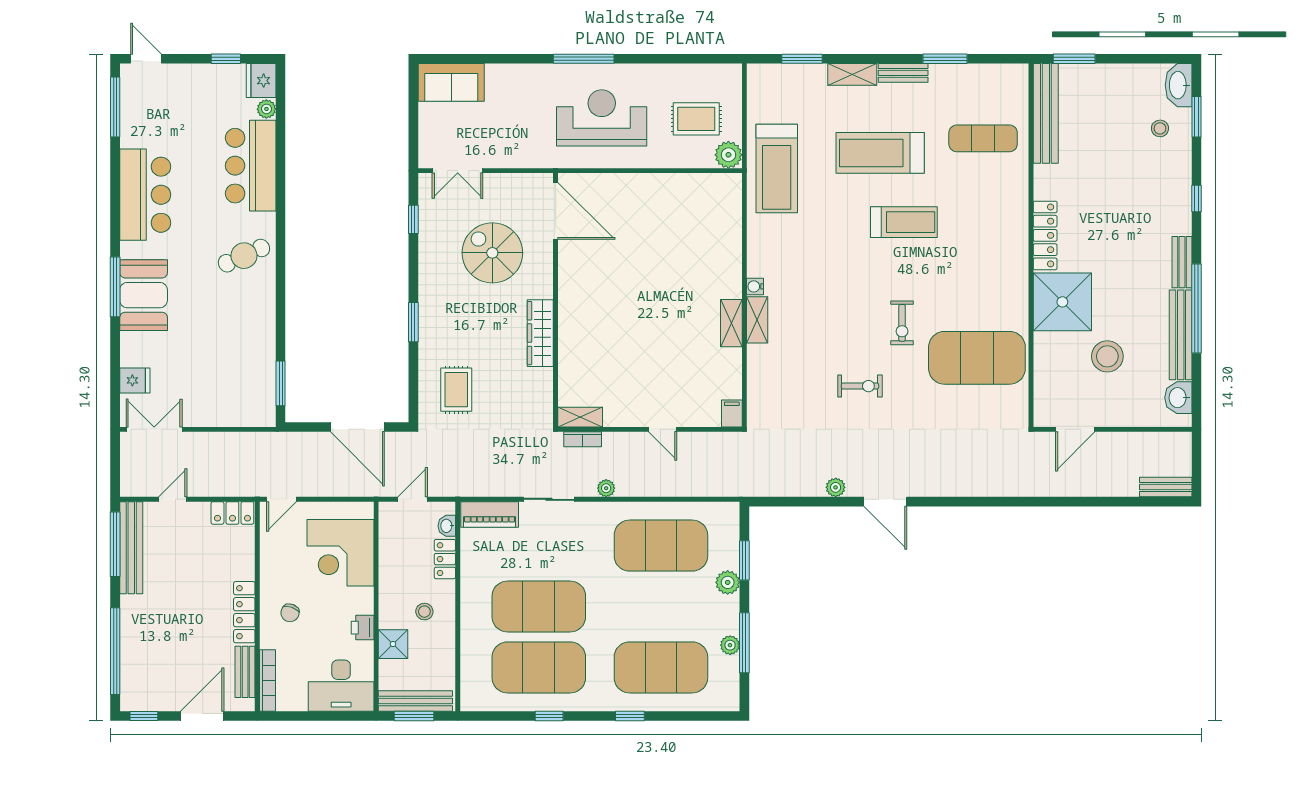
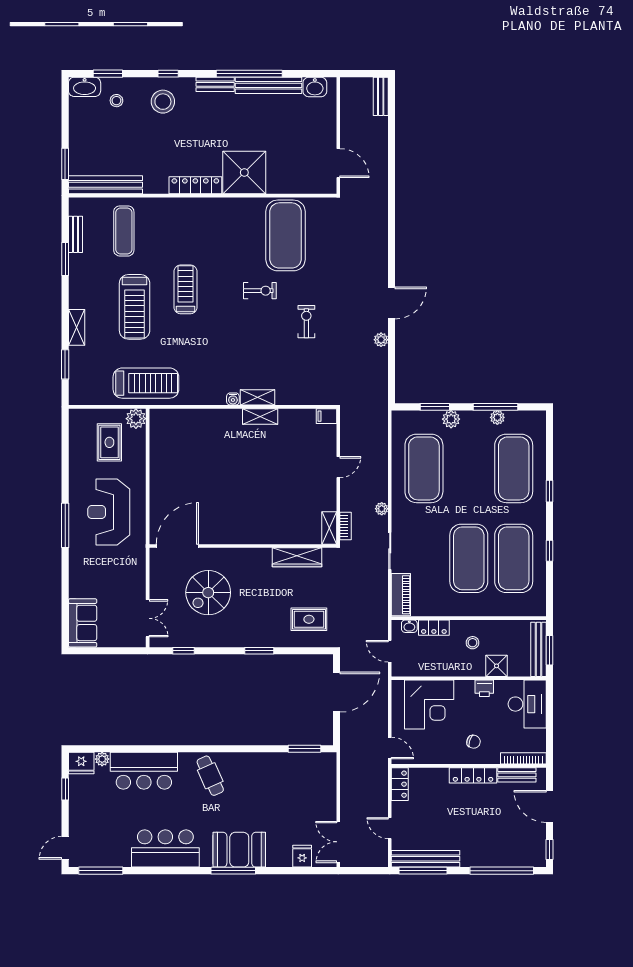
bench: (903, 73) -> (76, 234), moved
wardrobe: (540, 333) -> (297, 557), moved
stool: (1107, 356) -> (163, 102), moved

